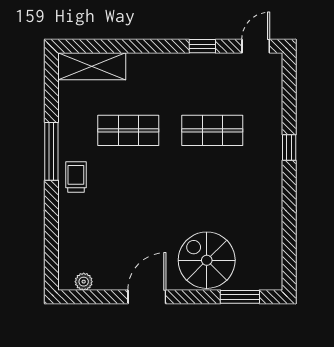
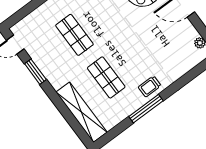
window: (202, 46) -> (35, 72), width x1.50
shelving: (92, 66) -> (81, 112), width x1.47

